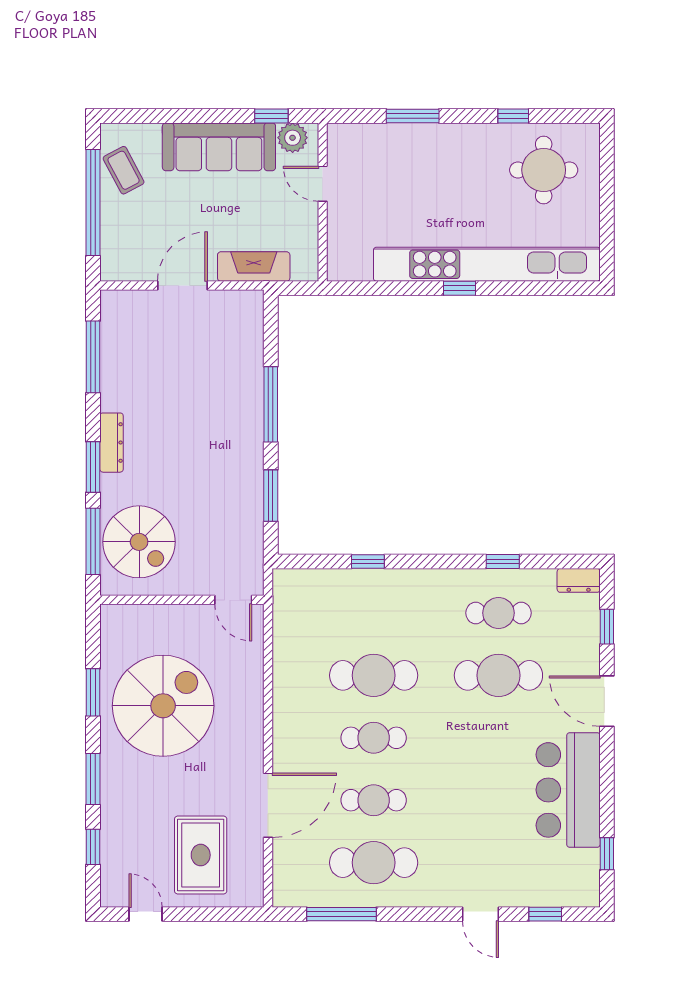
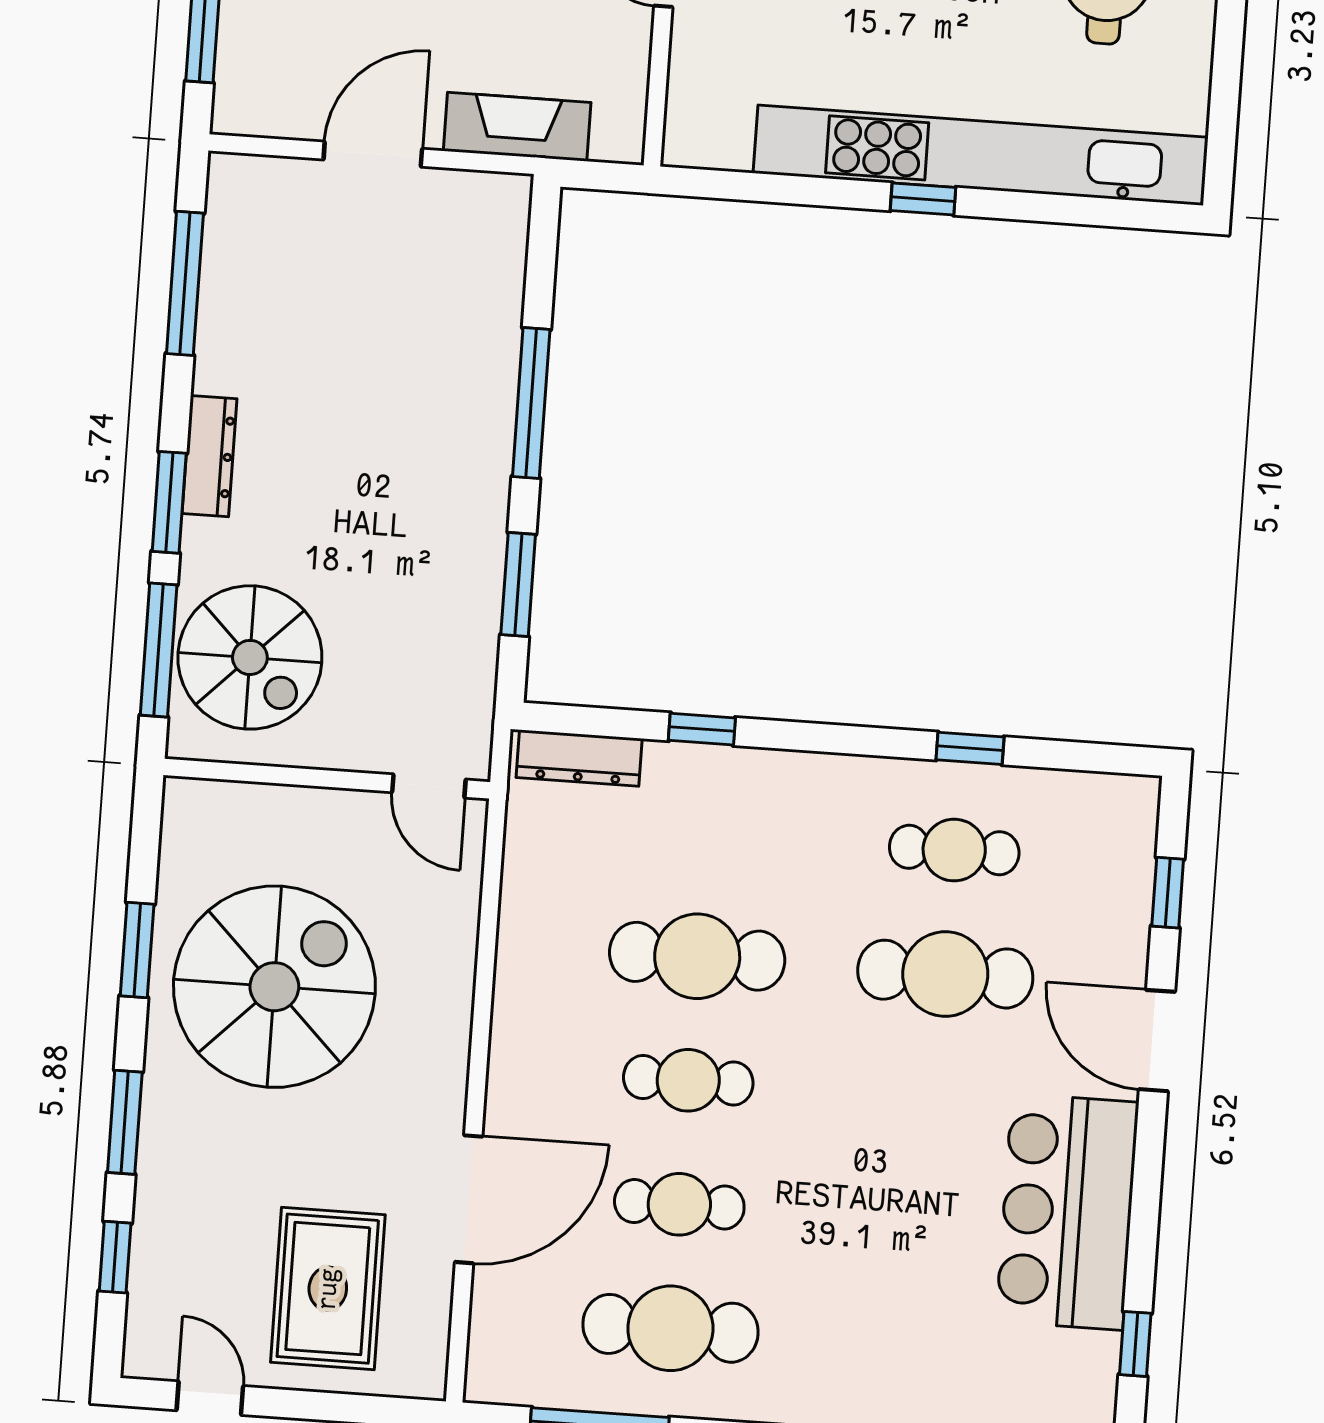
dresser: (579, 580) -> (579, 758), moved, width x1.44

